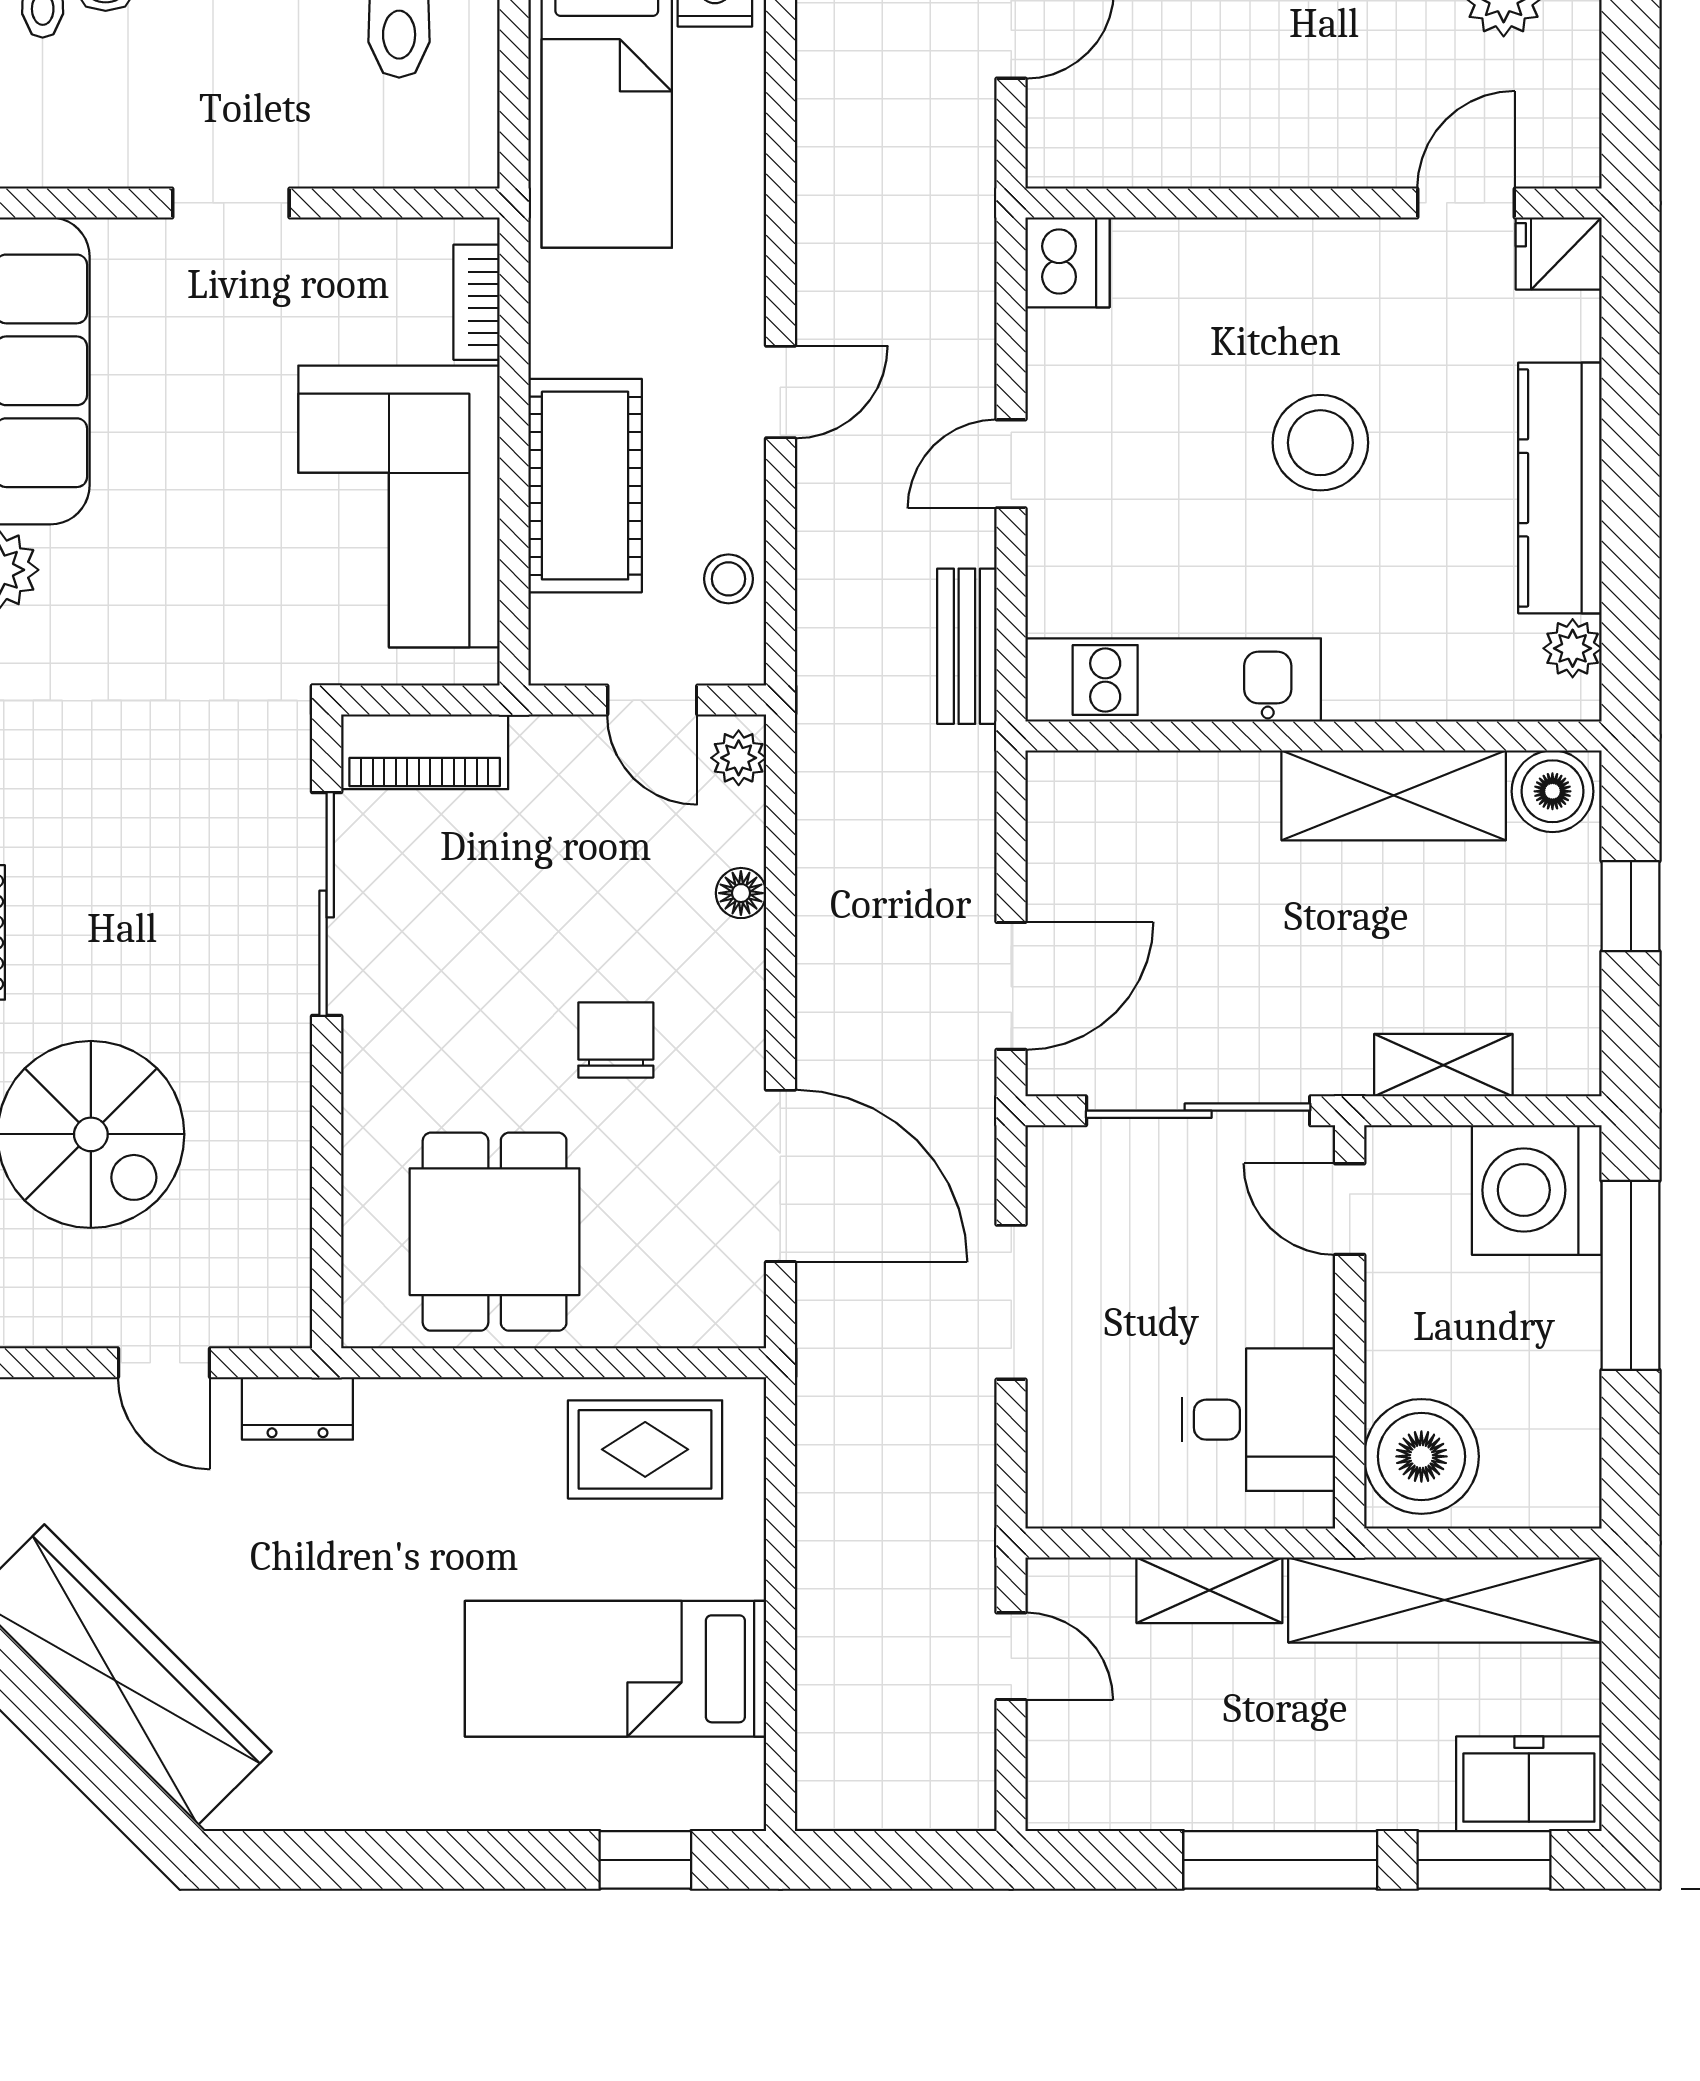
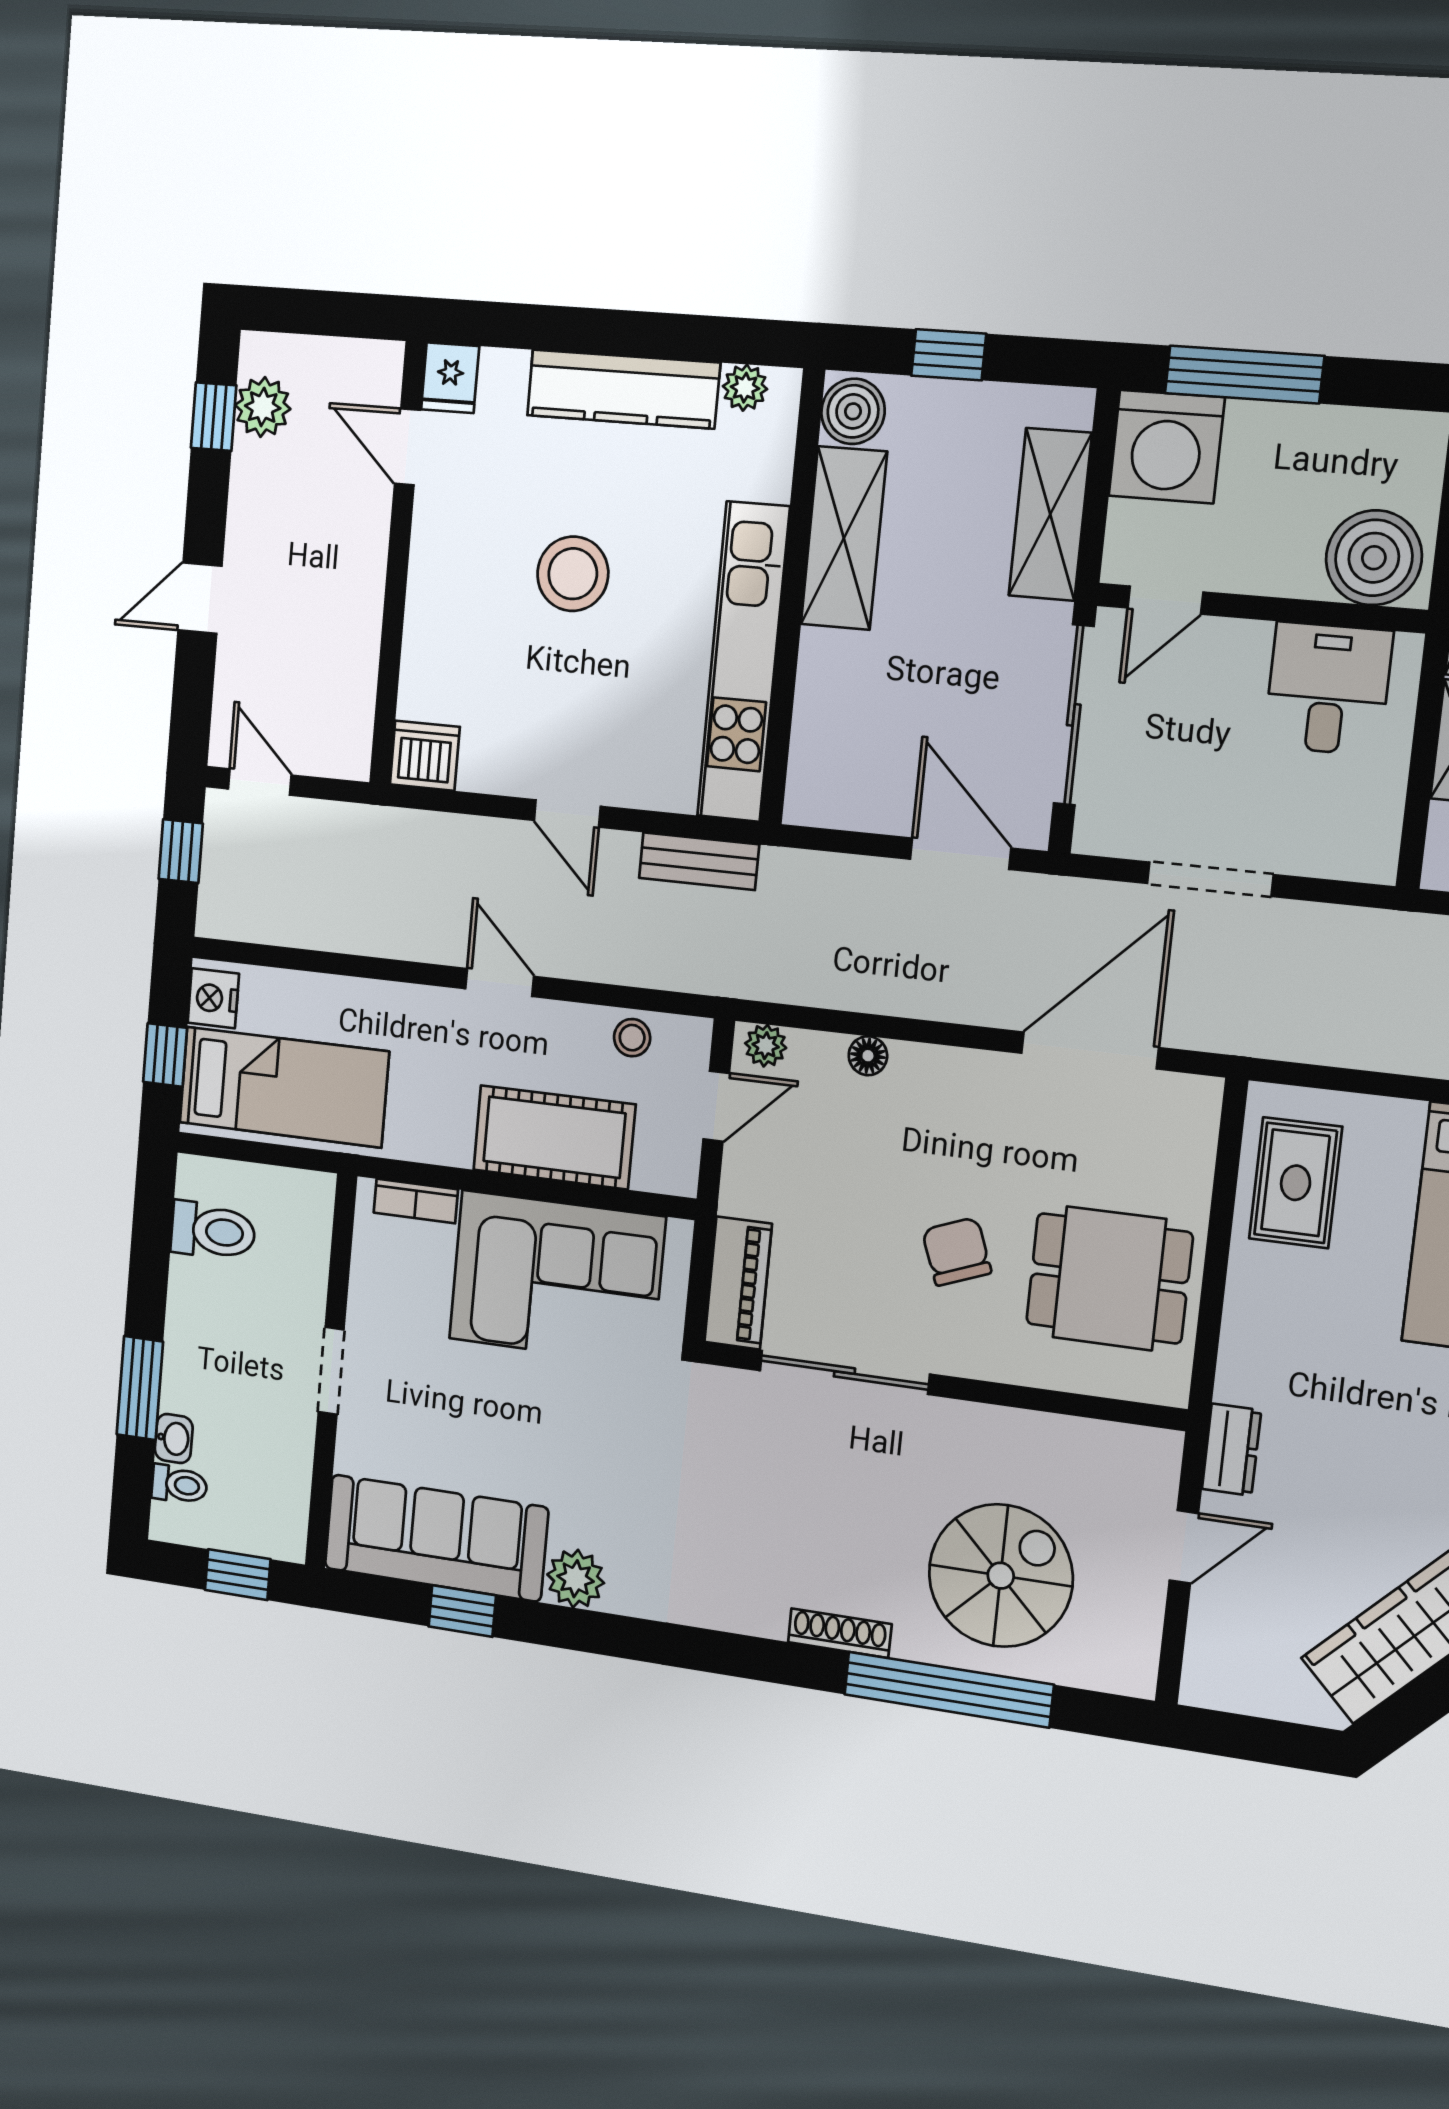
kitchen unit: (1173, 680) -> (743, 662), width x1.36
chair: (616, 1040) -> (957, 1252), moved, turned 69
shelving: (1443, 1065) -> (1050, 514), width x1.50, depth x1.33

